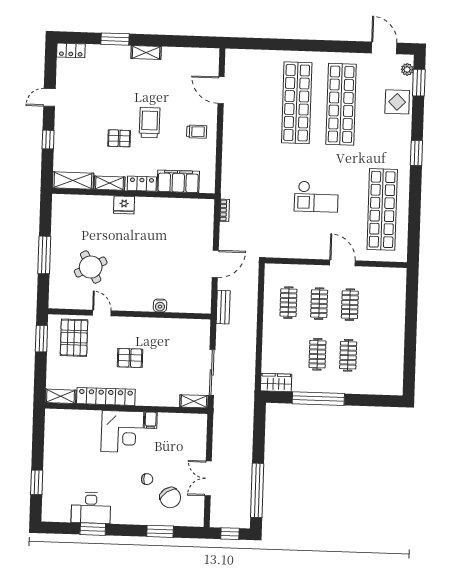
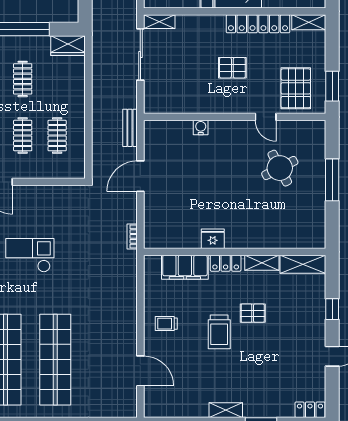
fridge: (124, 205) -> (213, 239), moved

